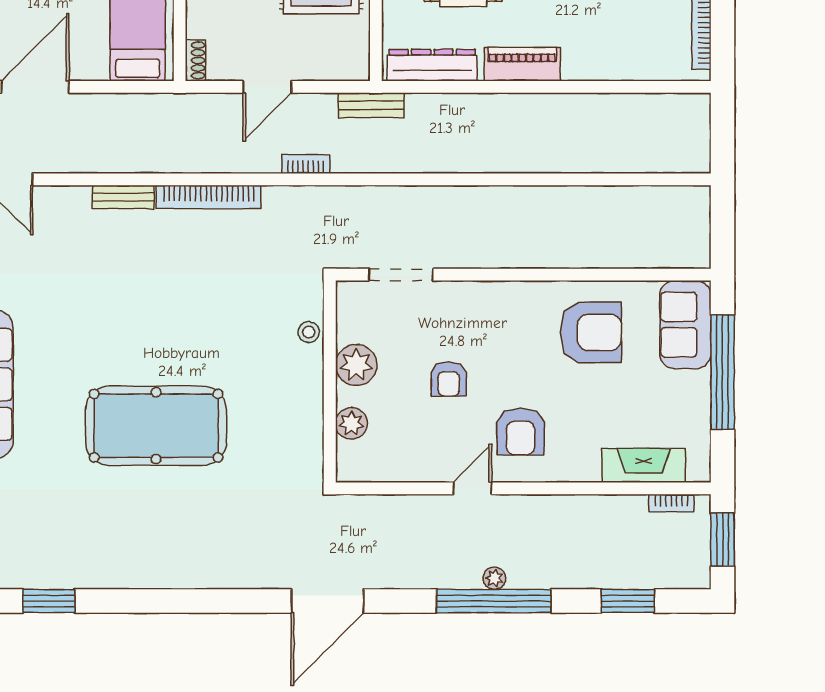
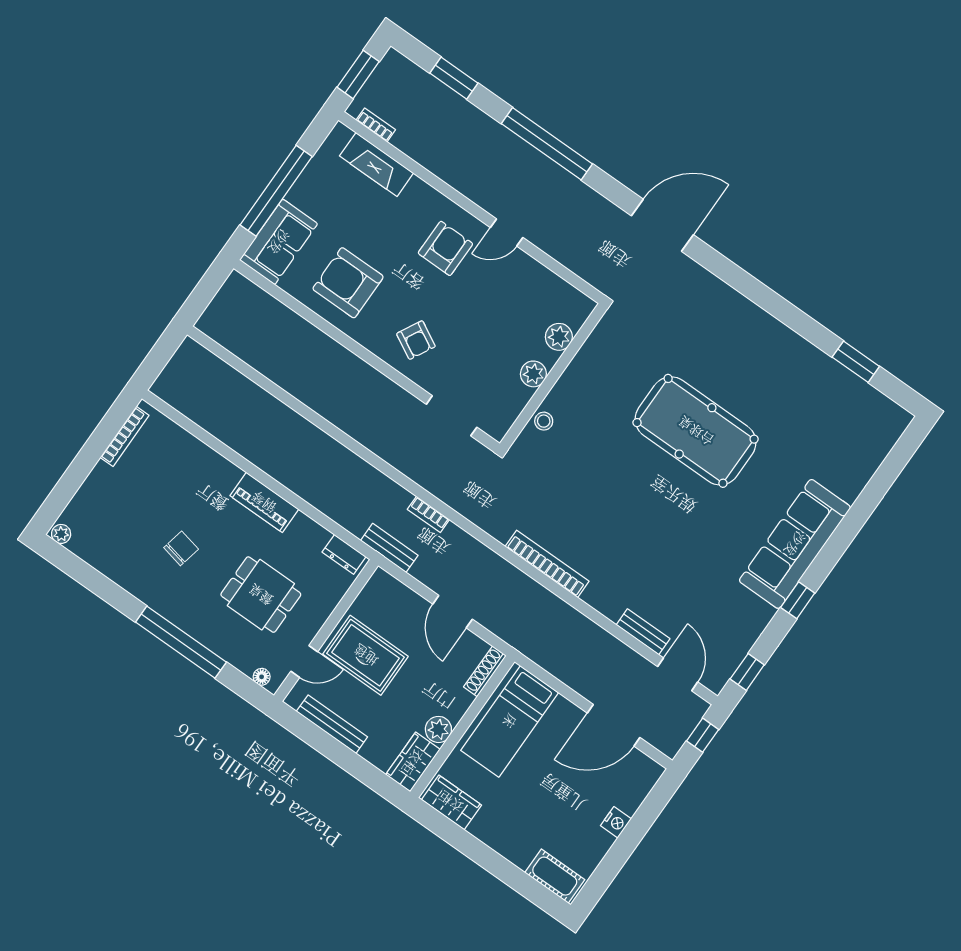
shoe rack: (195, 60) -> (485, 671), width x1.43
dresser: (432, 65) -> (344, 554), width x0.51, depth x0.80
door: (267, 87) -> (453, 612), swing flipped
bookcase: (306, 164) -> (428, 514), moved
bench: (123, 197) -> (643, 632), moved
plant: (356, 365) -> (533, 374), width x0.73, depth x0.73
armchair: (449, 379) -> (416, 340), moved, turned 118
plant: (494, 578) -> (535, 159), removed

